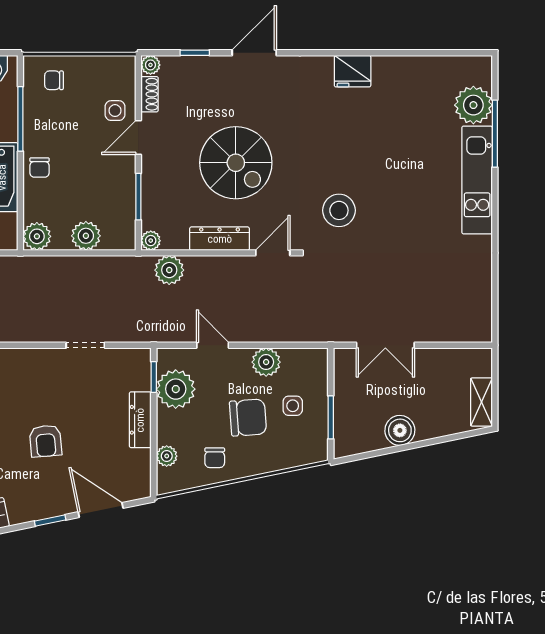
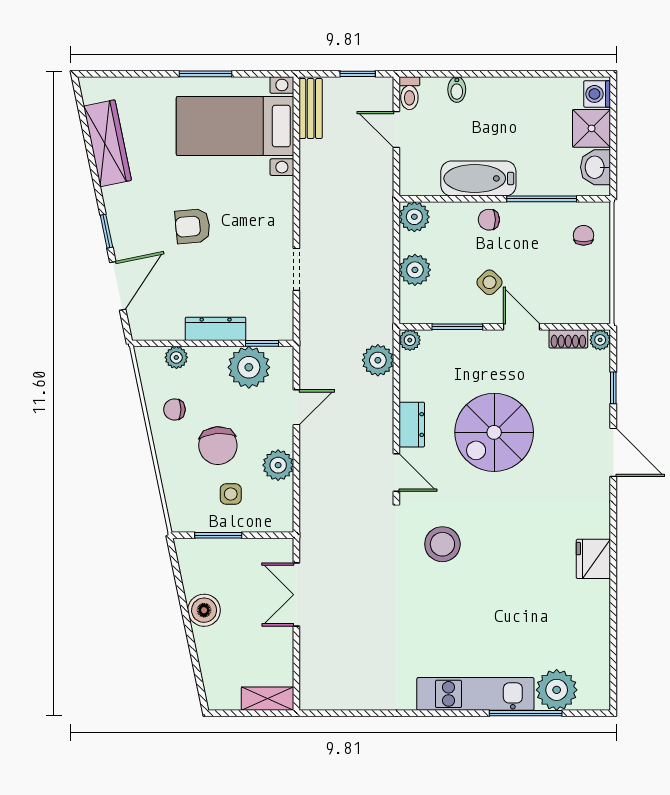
side table: (115, 111) -> (489, 282), moved, turned 45
dresser: (220, 239) -> (412, 425), width x0.70
shelving: (481, 402) -> (267, 699), moved

